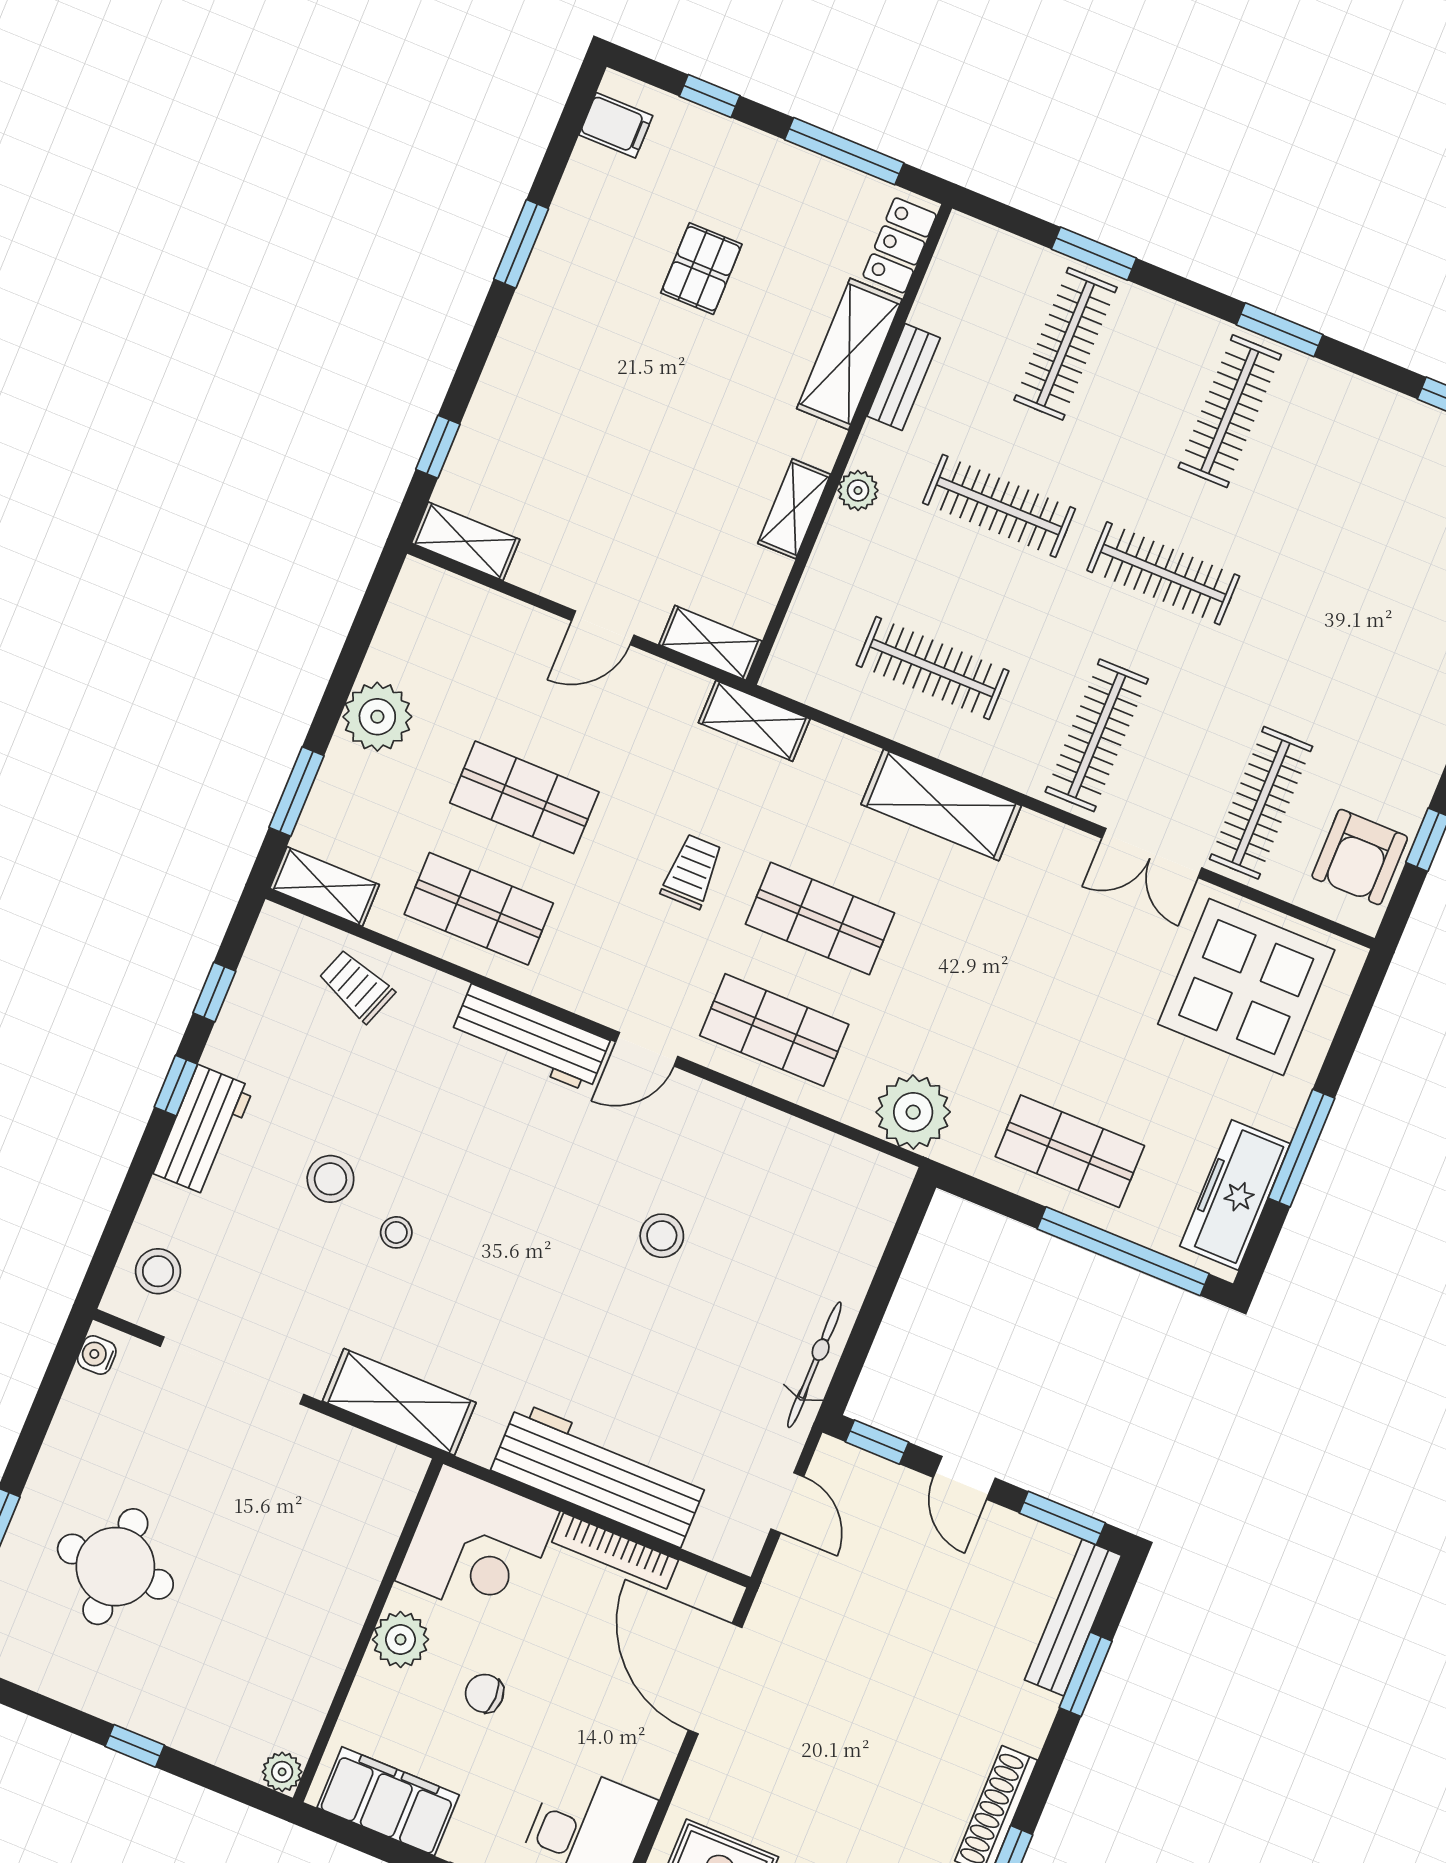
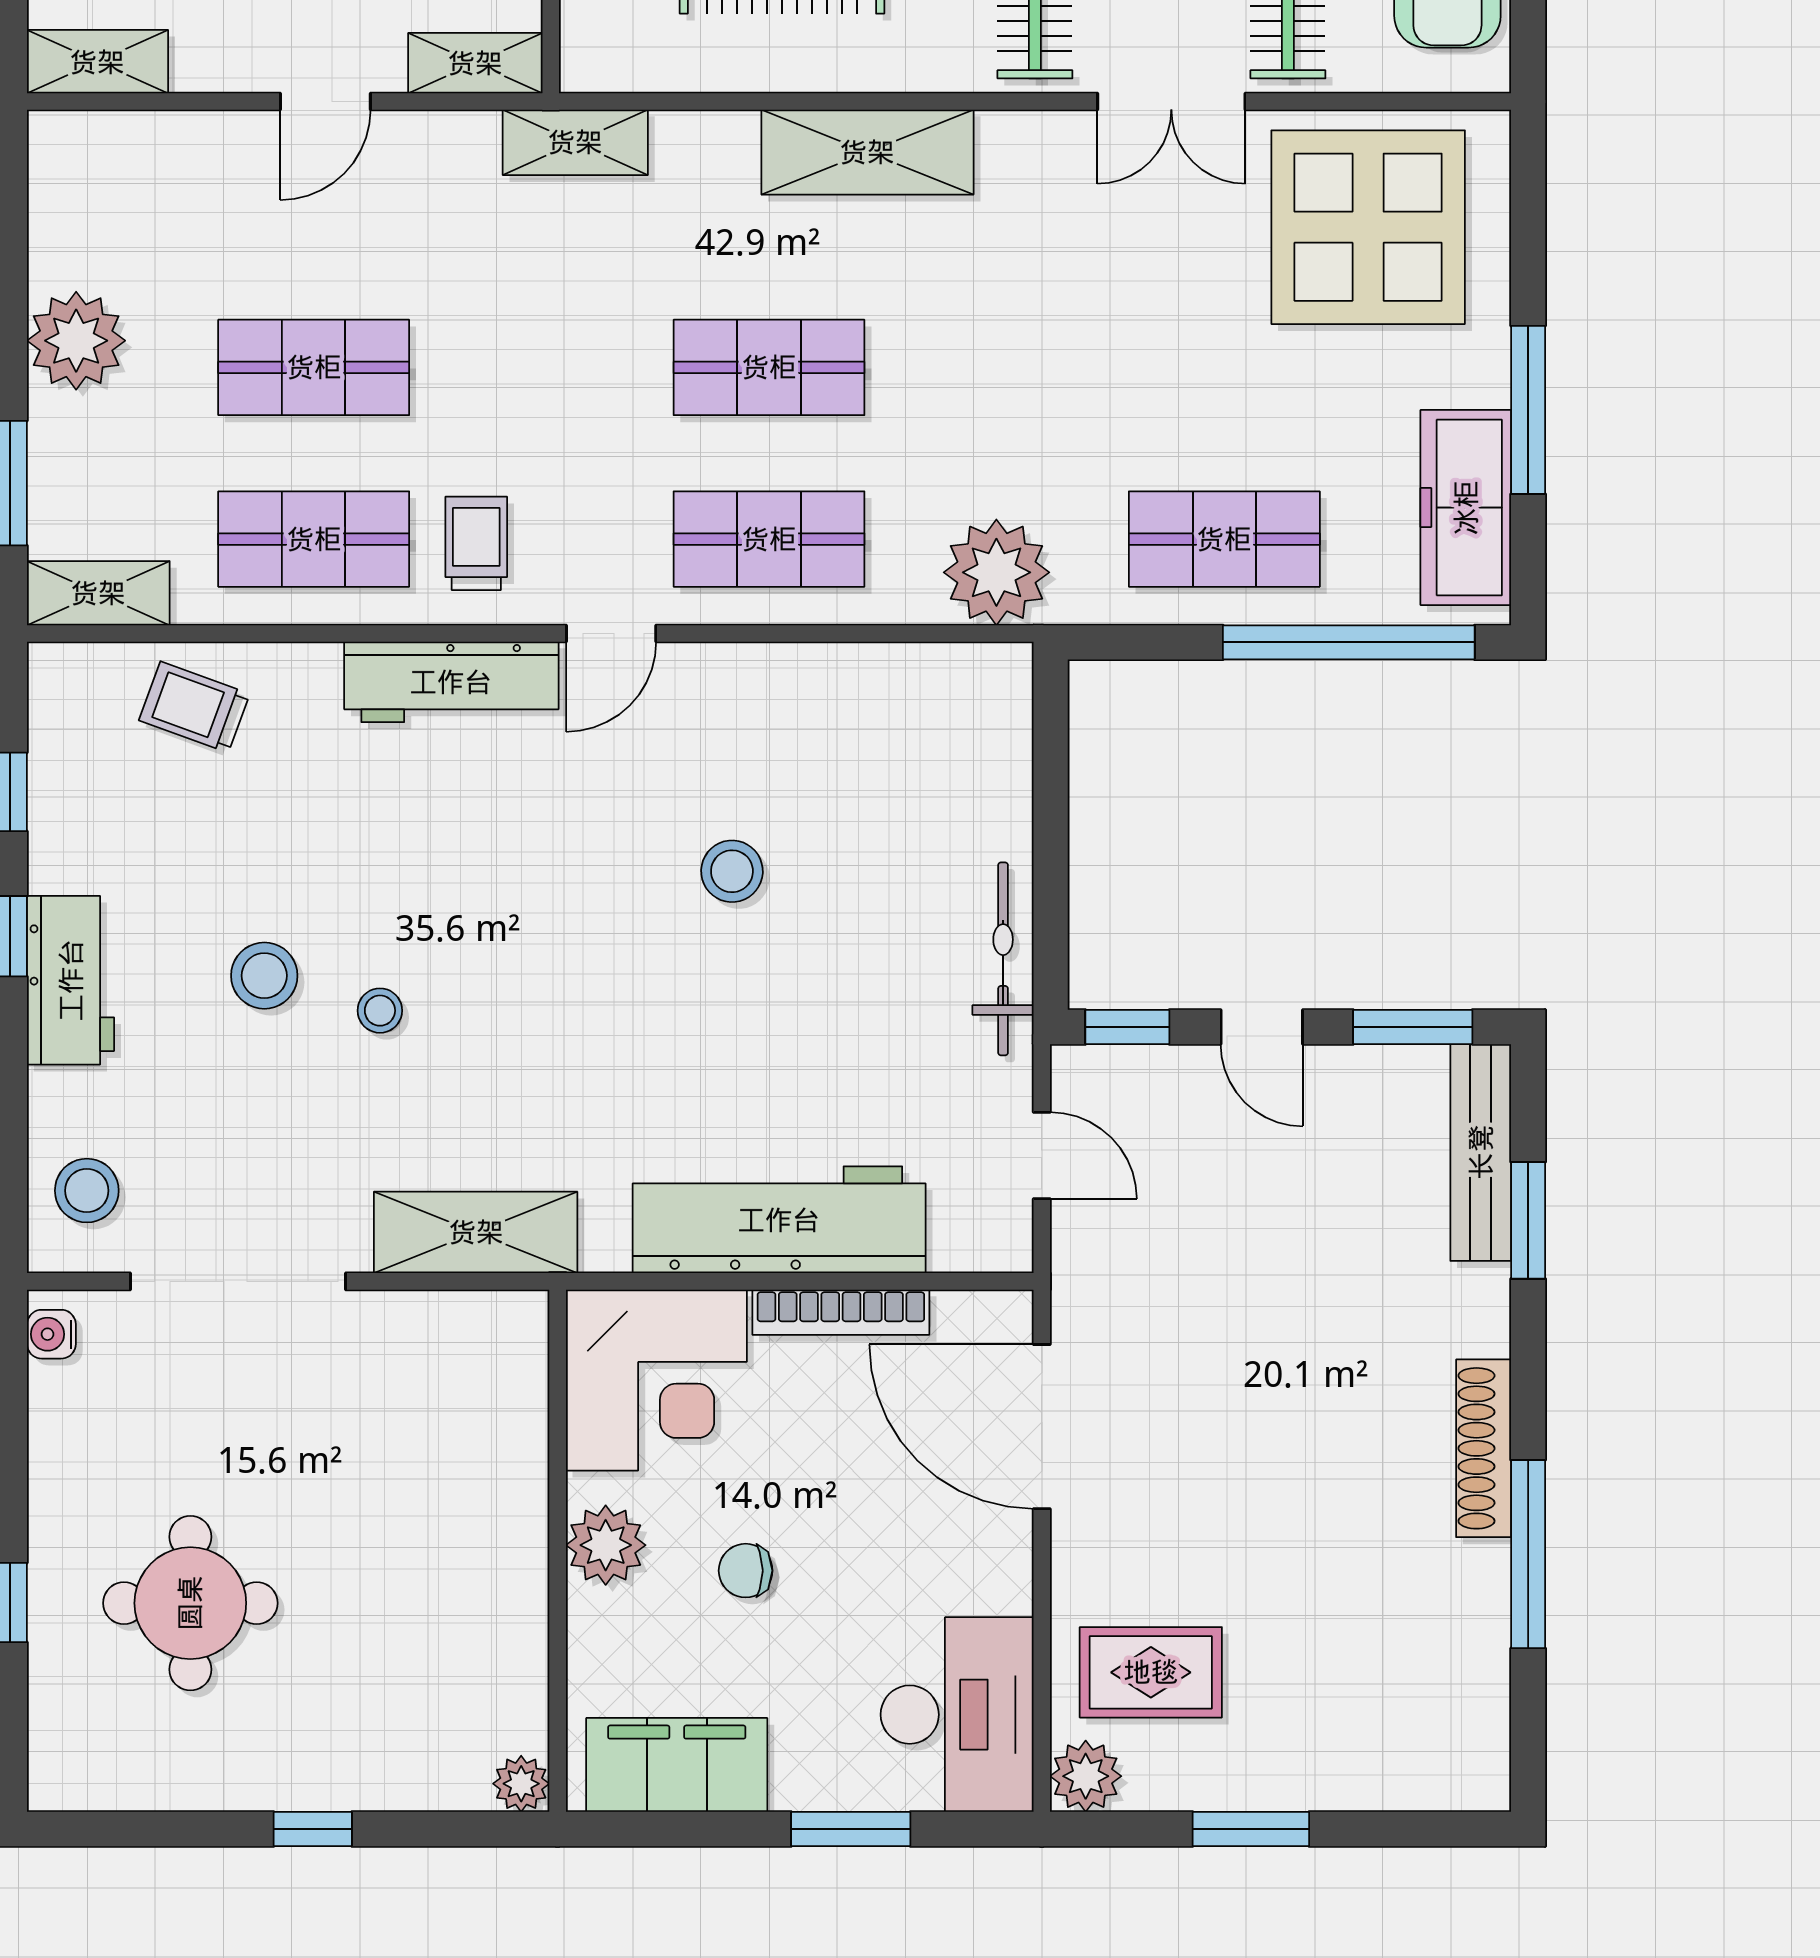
trolley: (692, 871) -> (476, 543), moved

